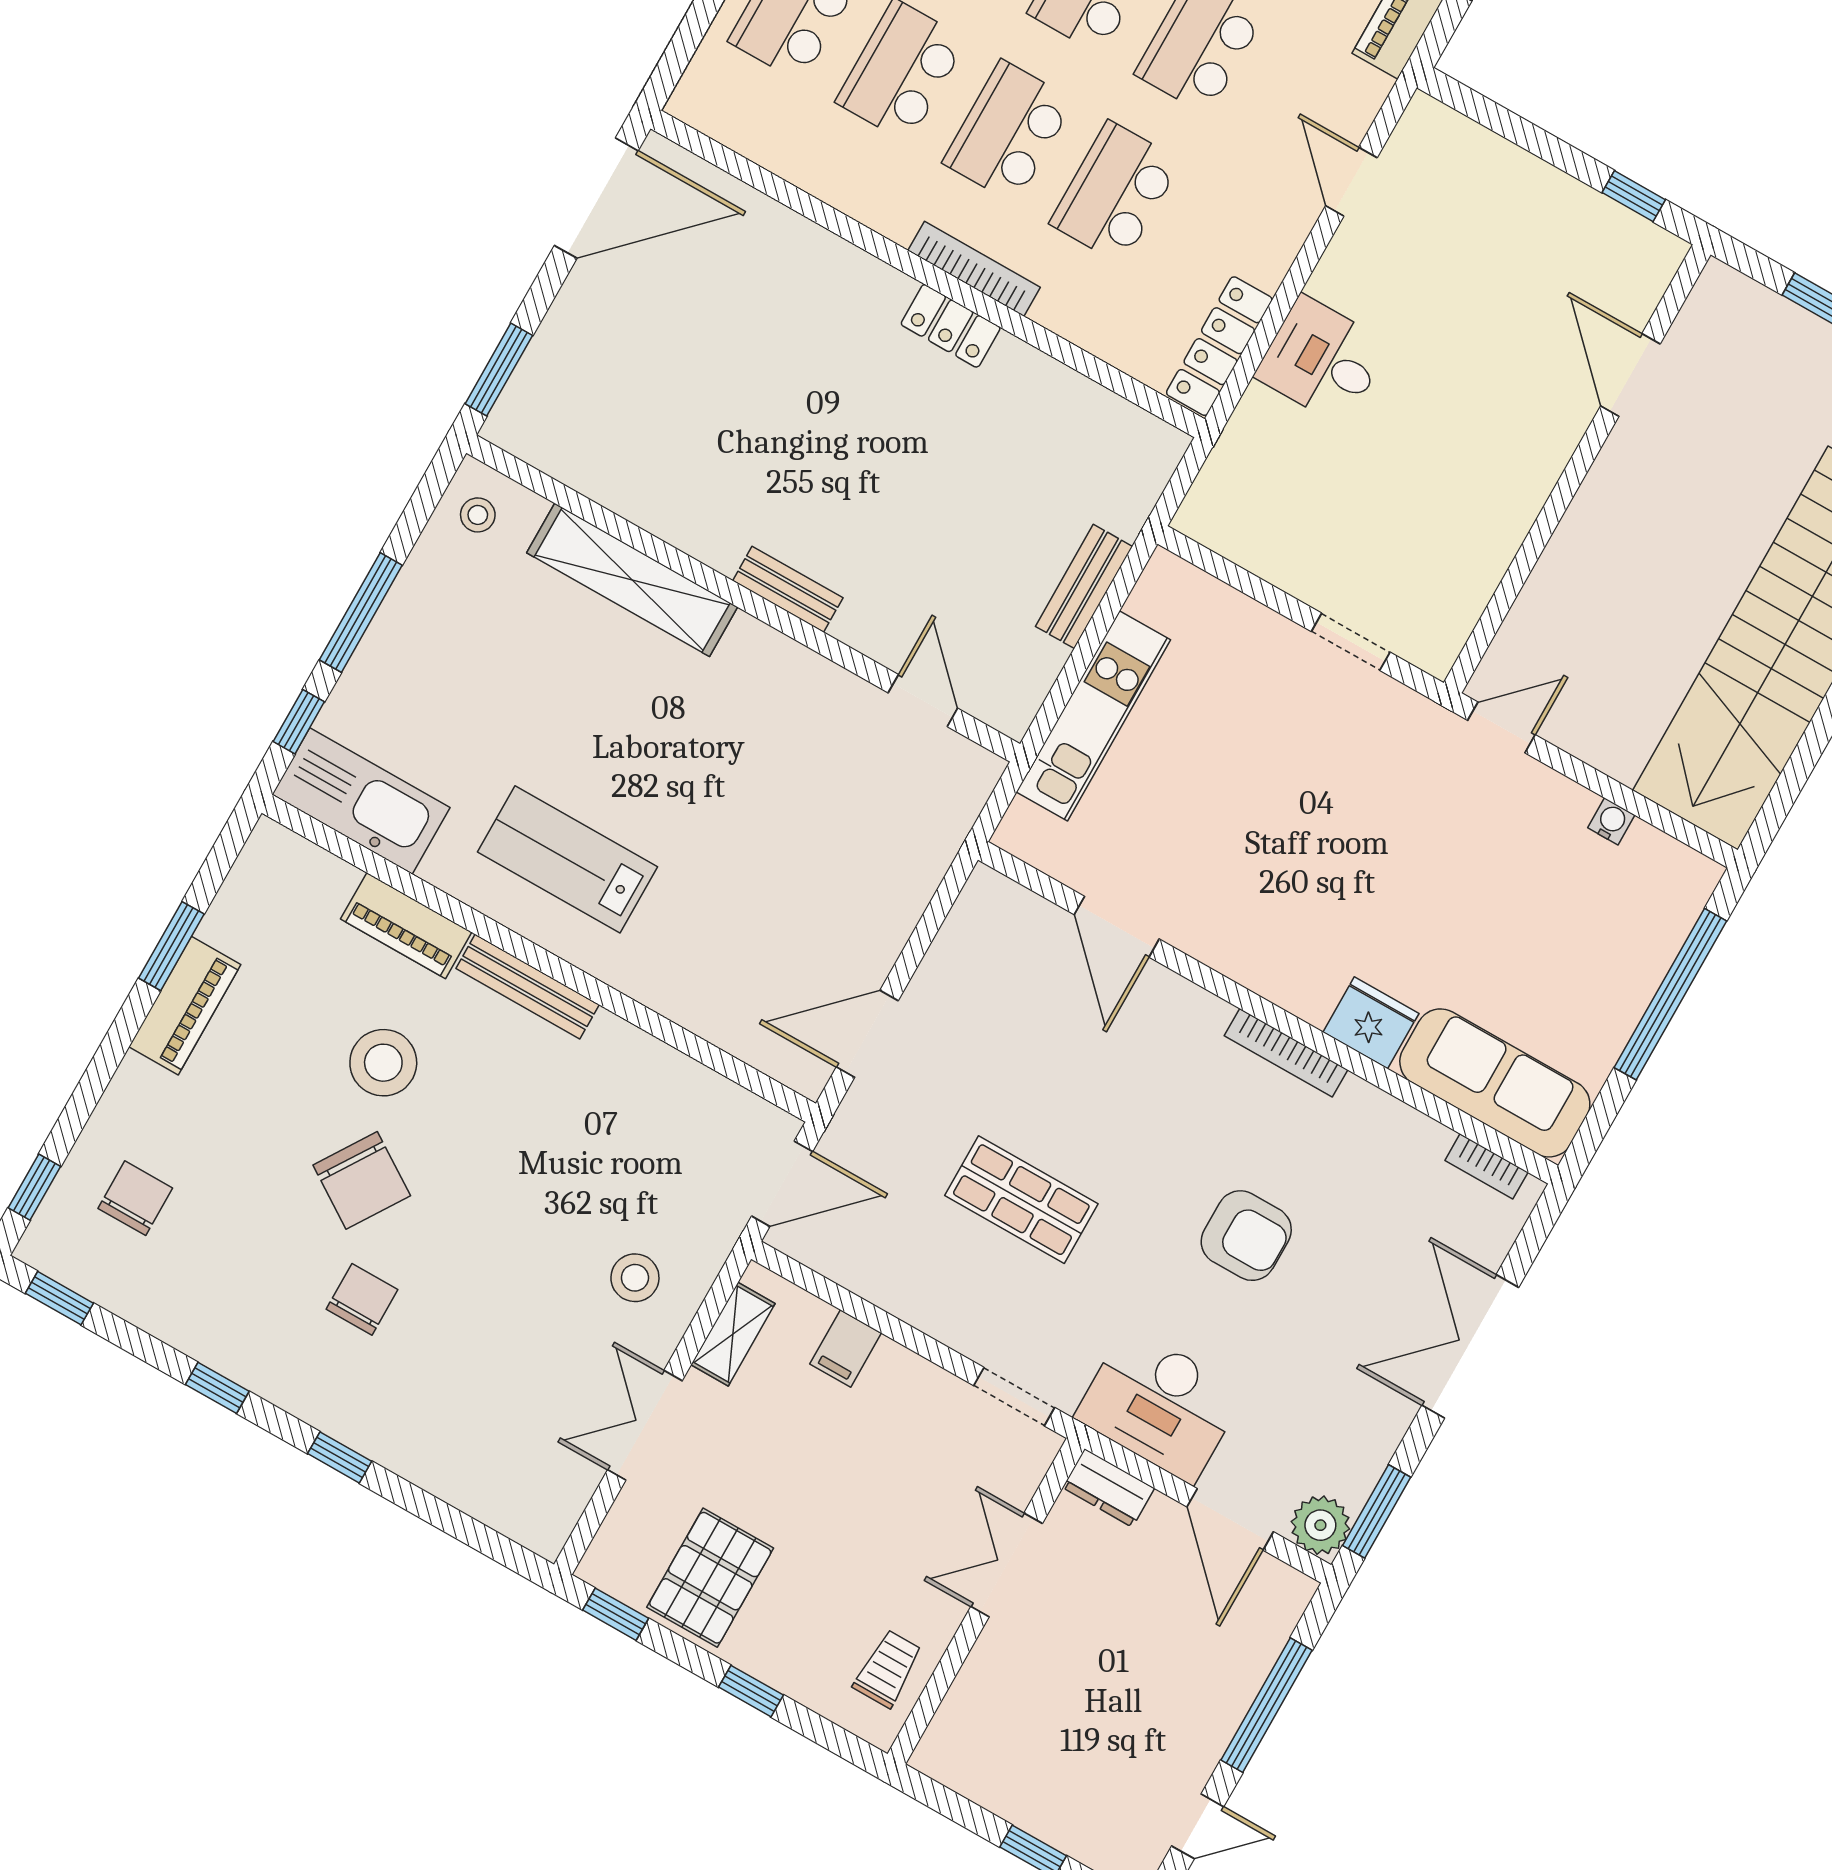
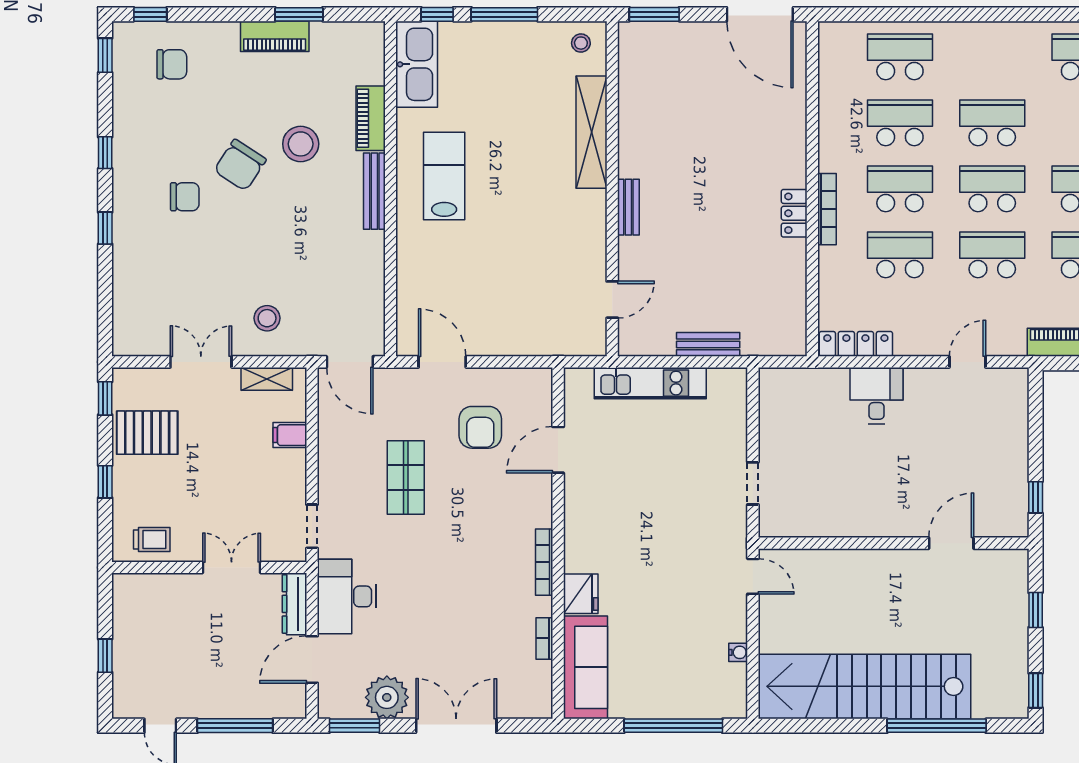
bookcase: (1486, 1166) -> (544, 638), moved
armchair: (1246, 1236) -> (480, 427), moved
dresser: (1108, 1488) -> (294, 604), width x1.44
plant: (1320, 1525) -> (387, 697), moved, width x1.36, depth x1.36

